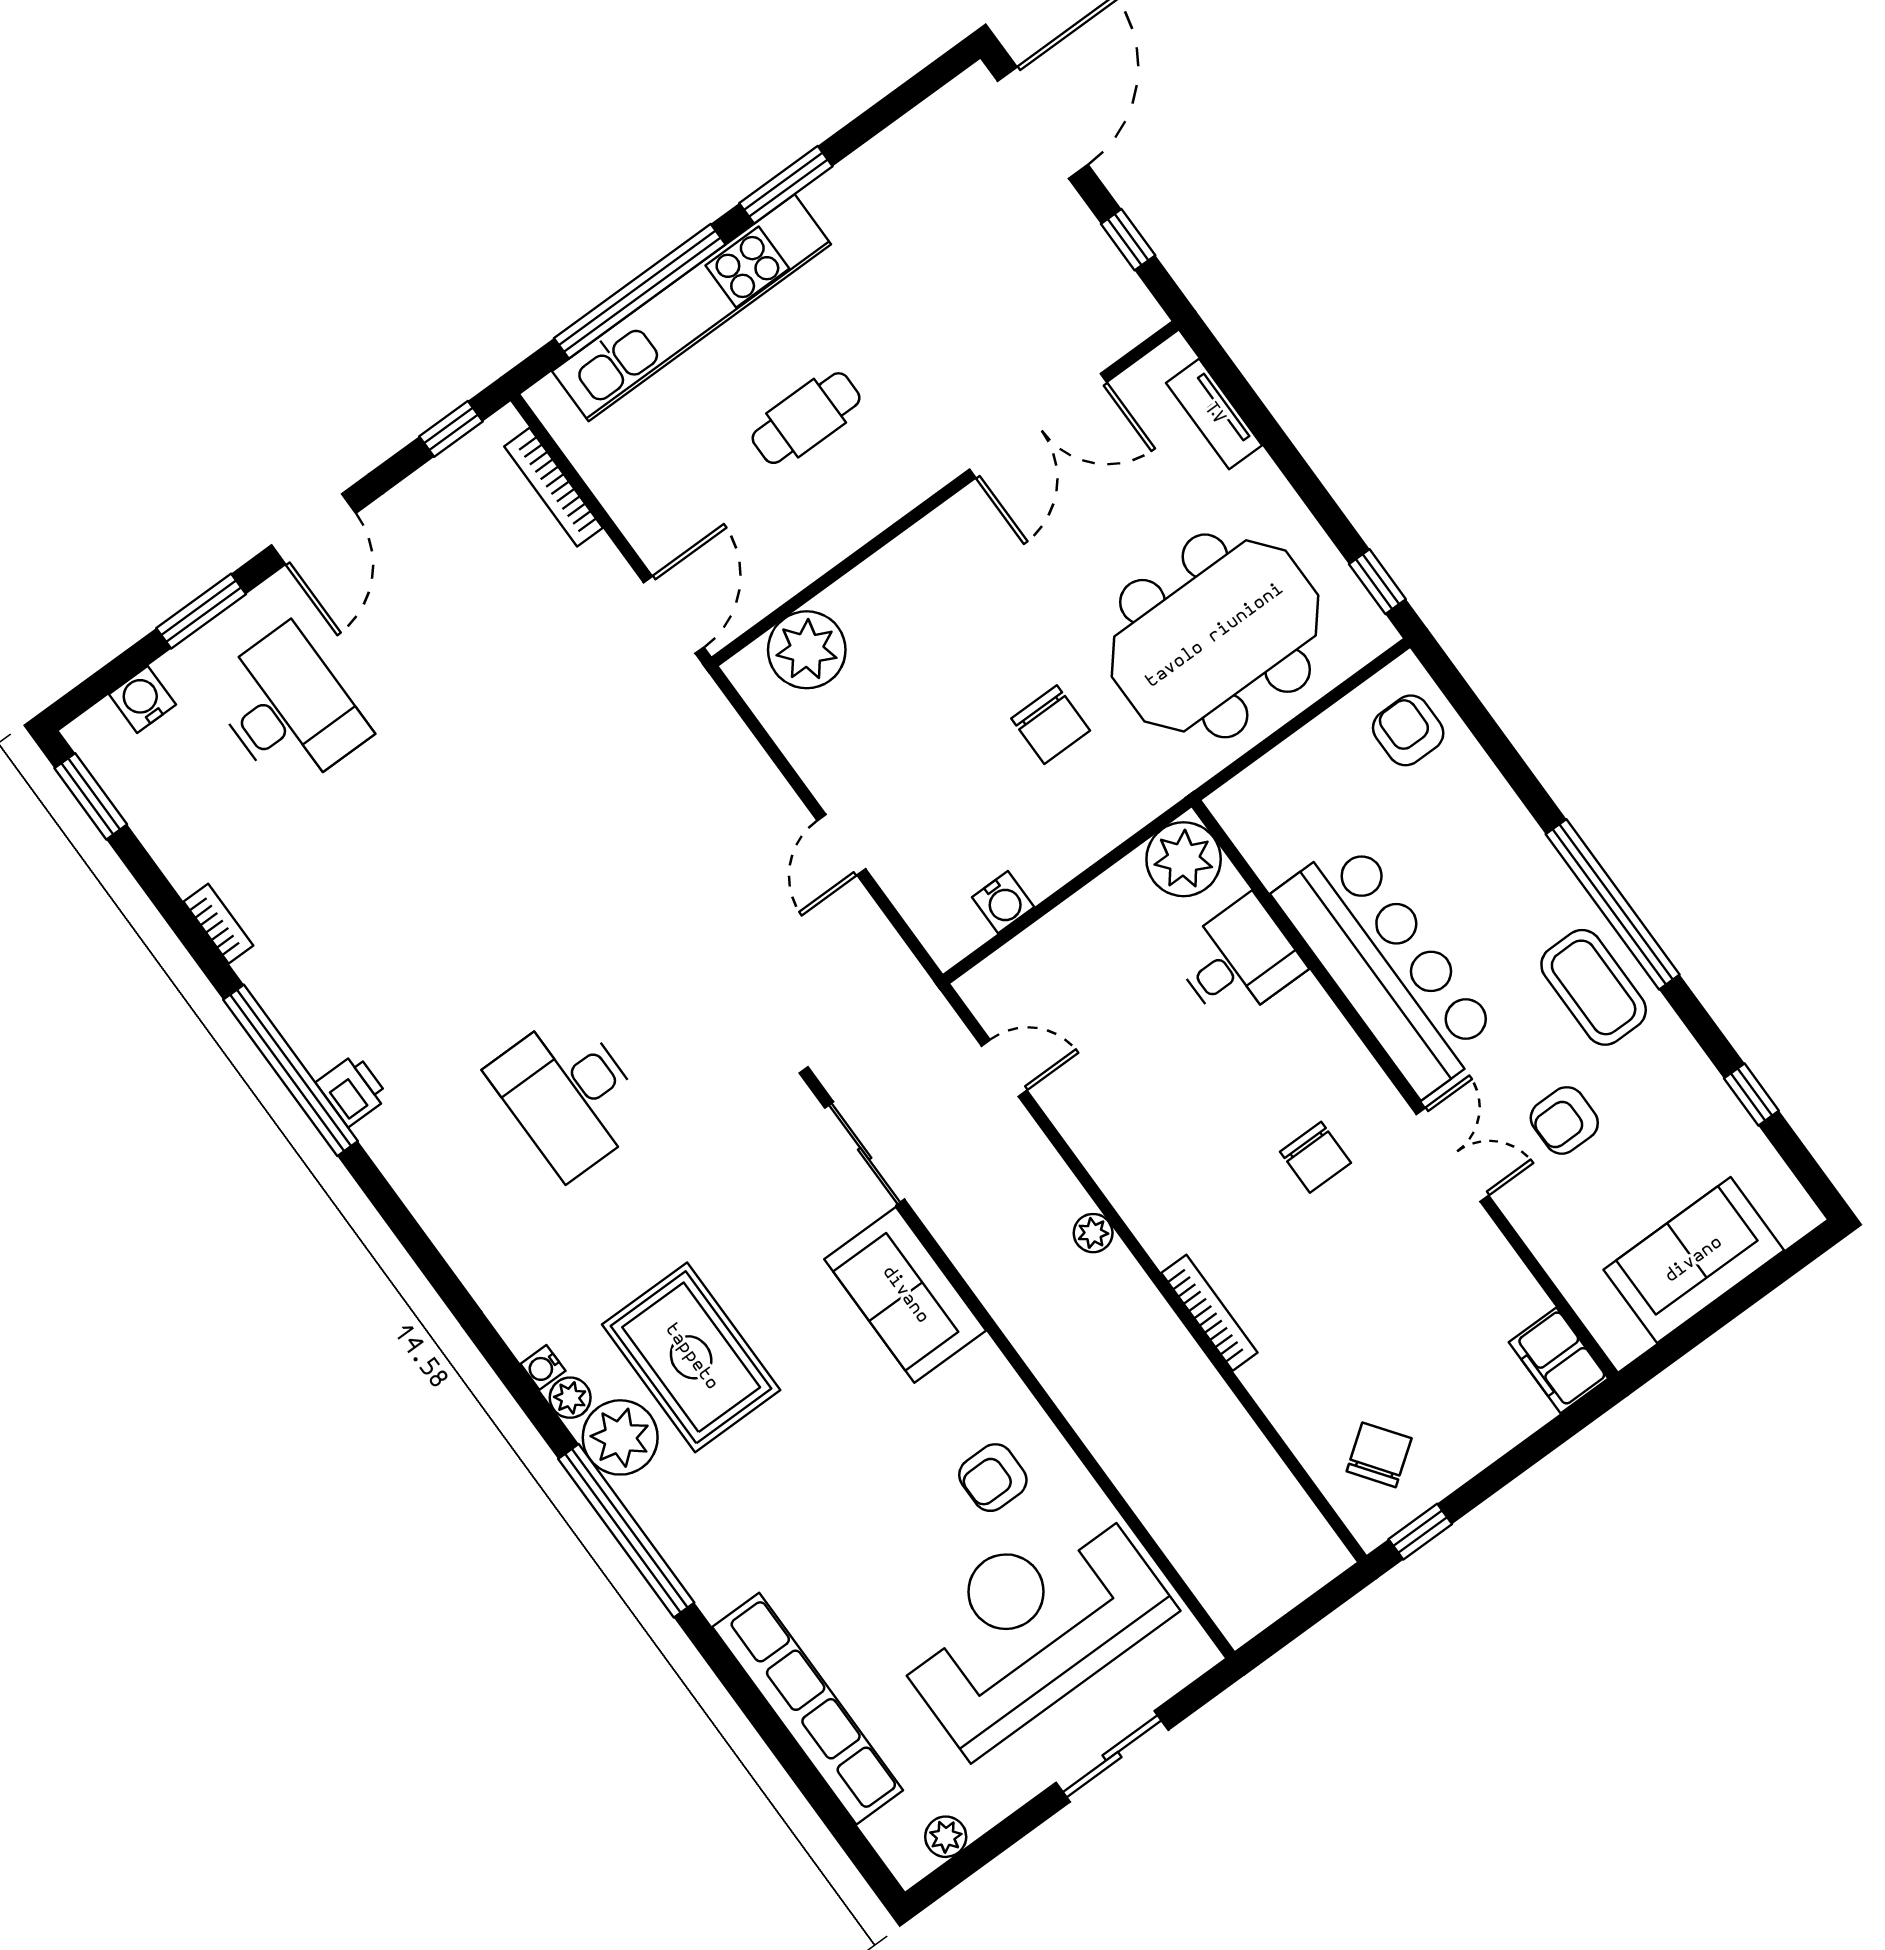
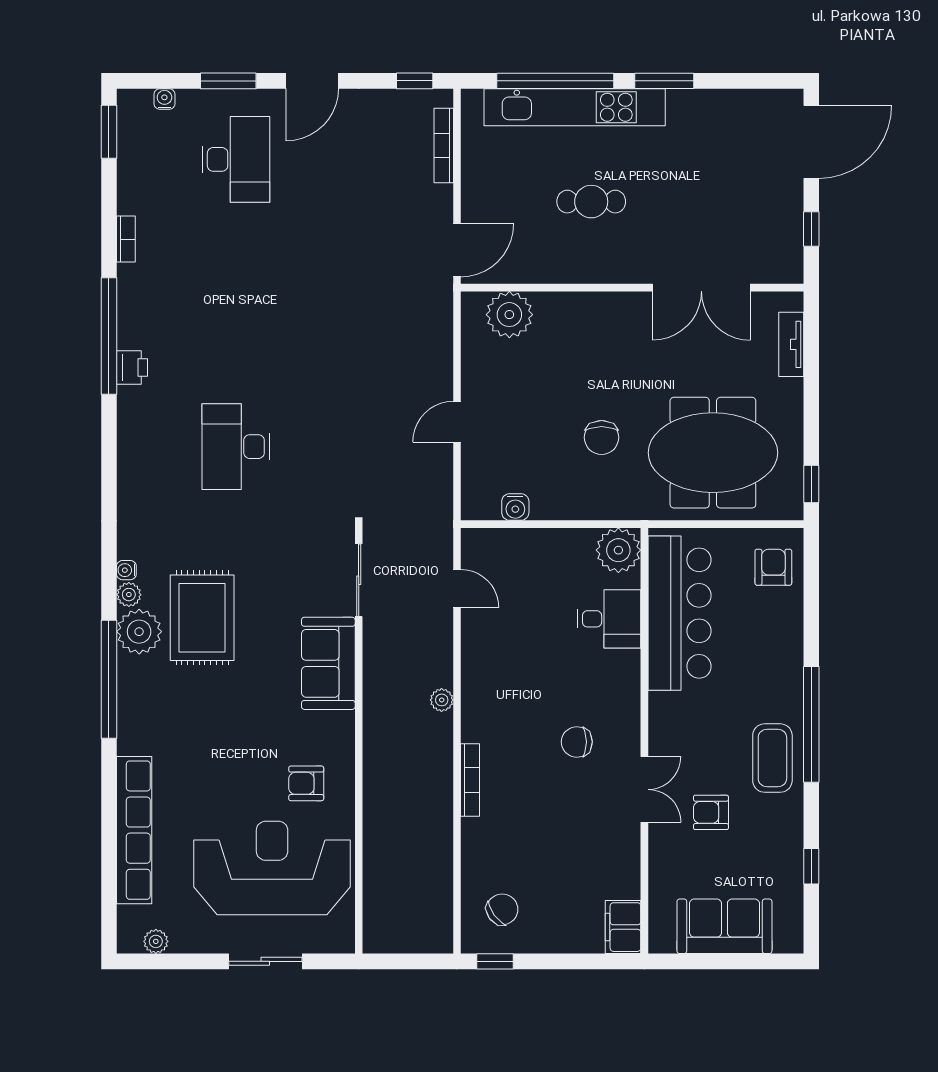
water cooler: (142, 699) -> (164, 99), width x0.72, depth x0.72
bar counter: (1388, 967) -> (680, 613), moved
chair: (1315, 1157) -> (577, 742), turned 90

